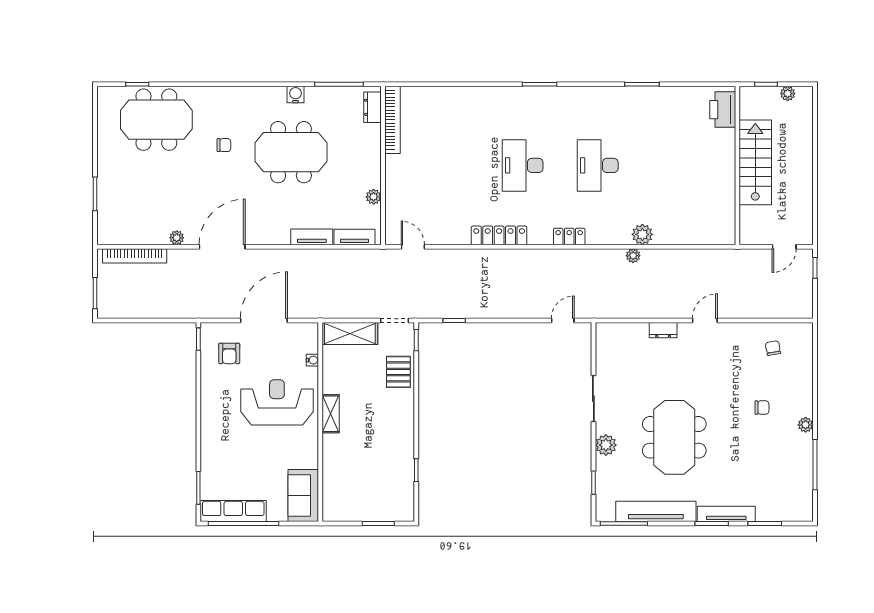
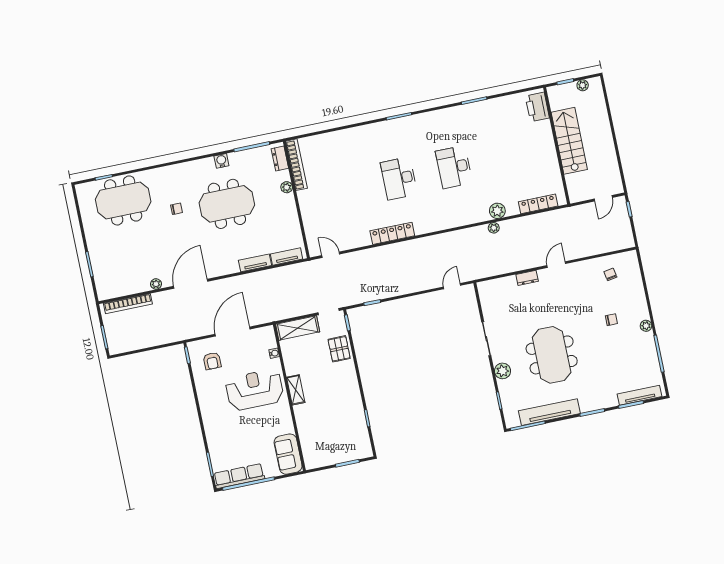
plant: (374, 197) -> (287, 187), moved
locker: (569, 236) -> (538, 204), moved, width x1.53
tv unit: (726, 514) -> (640, 395), moved

